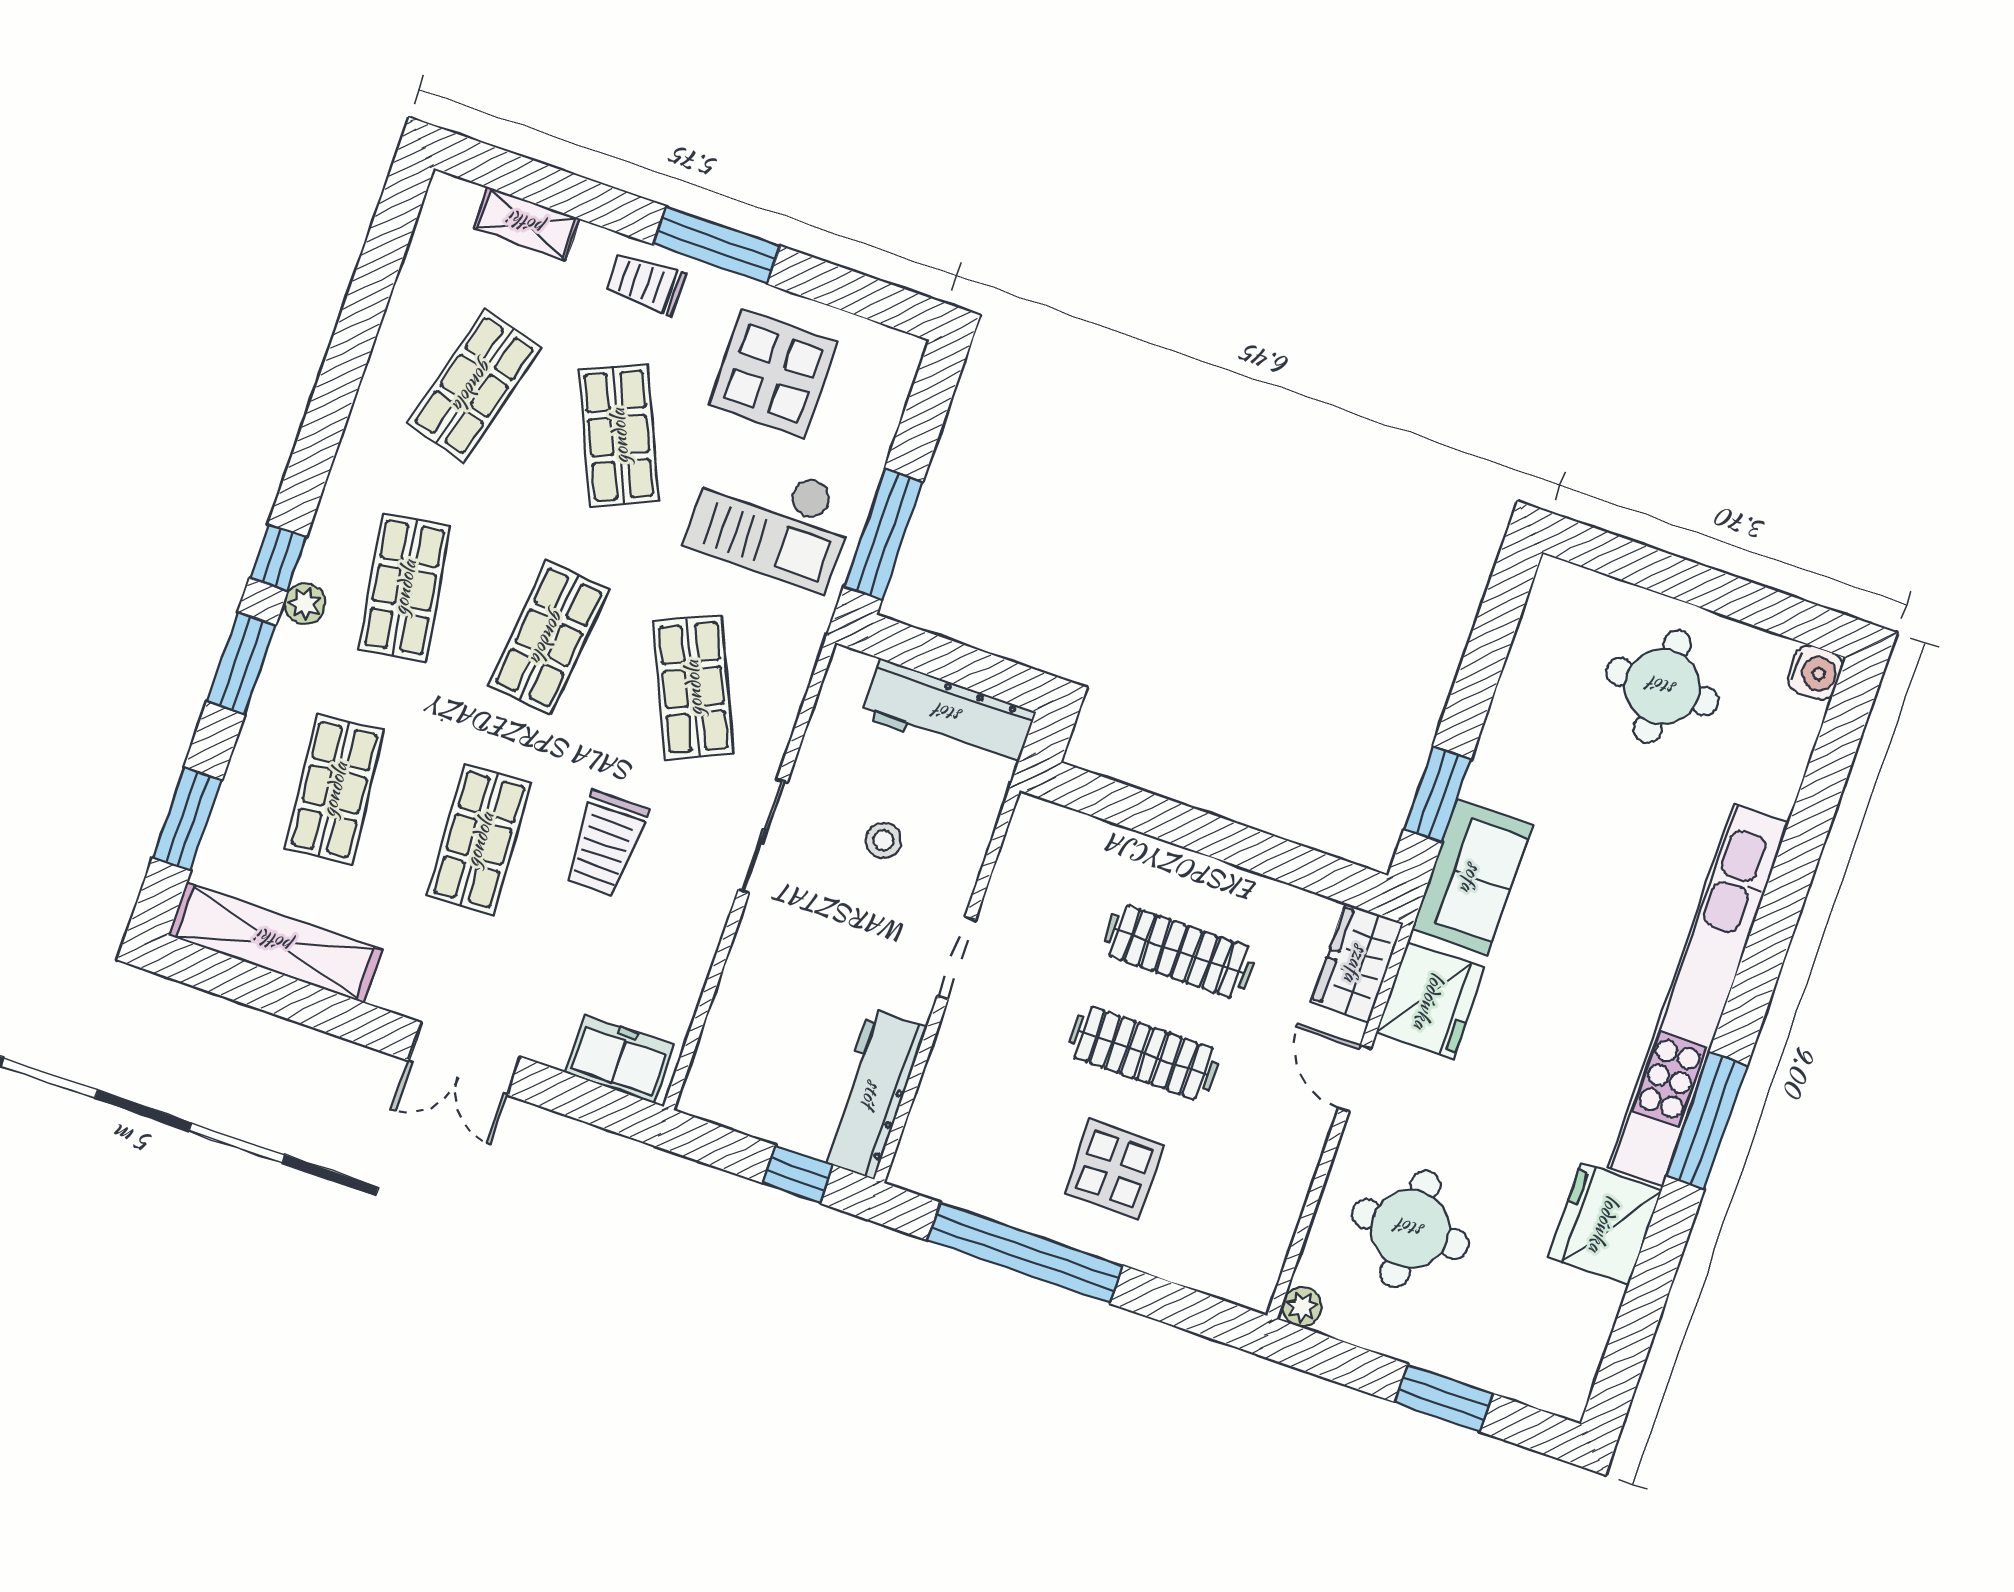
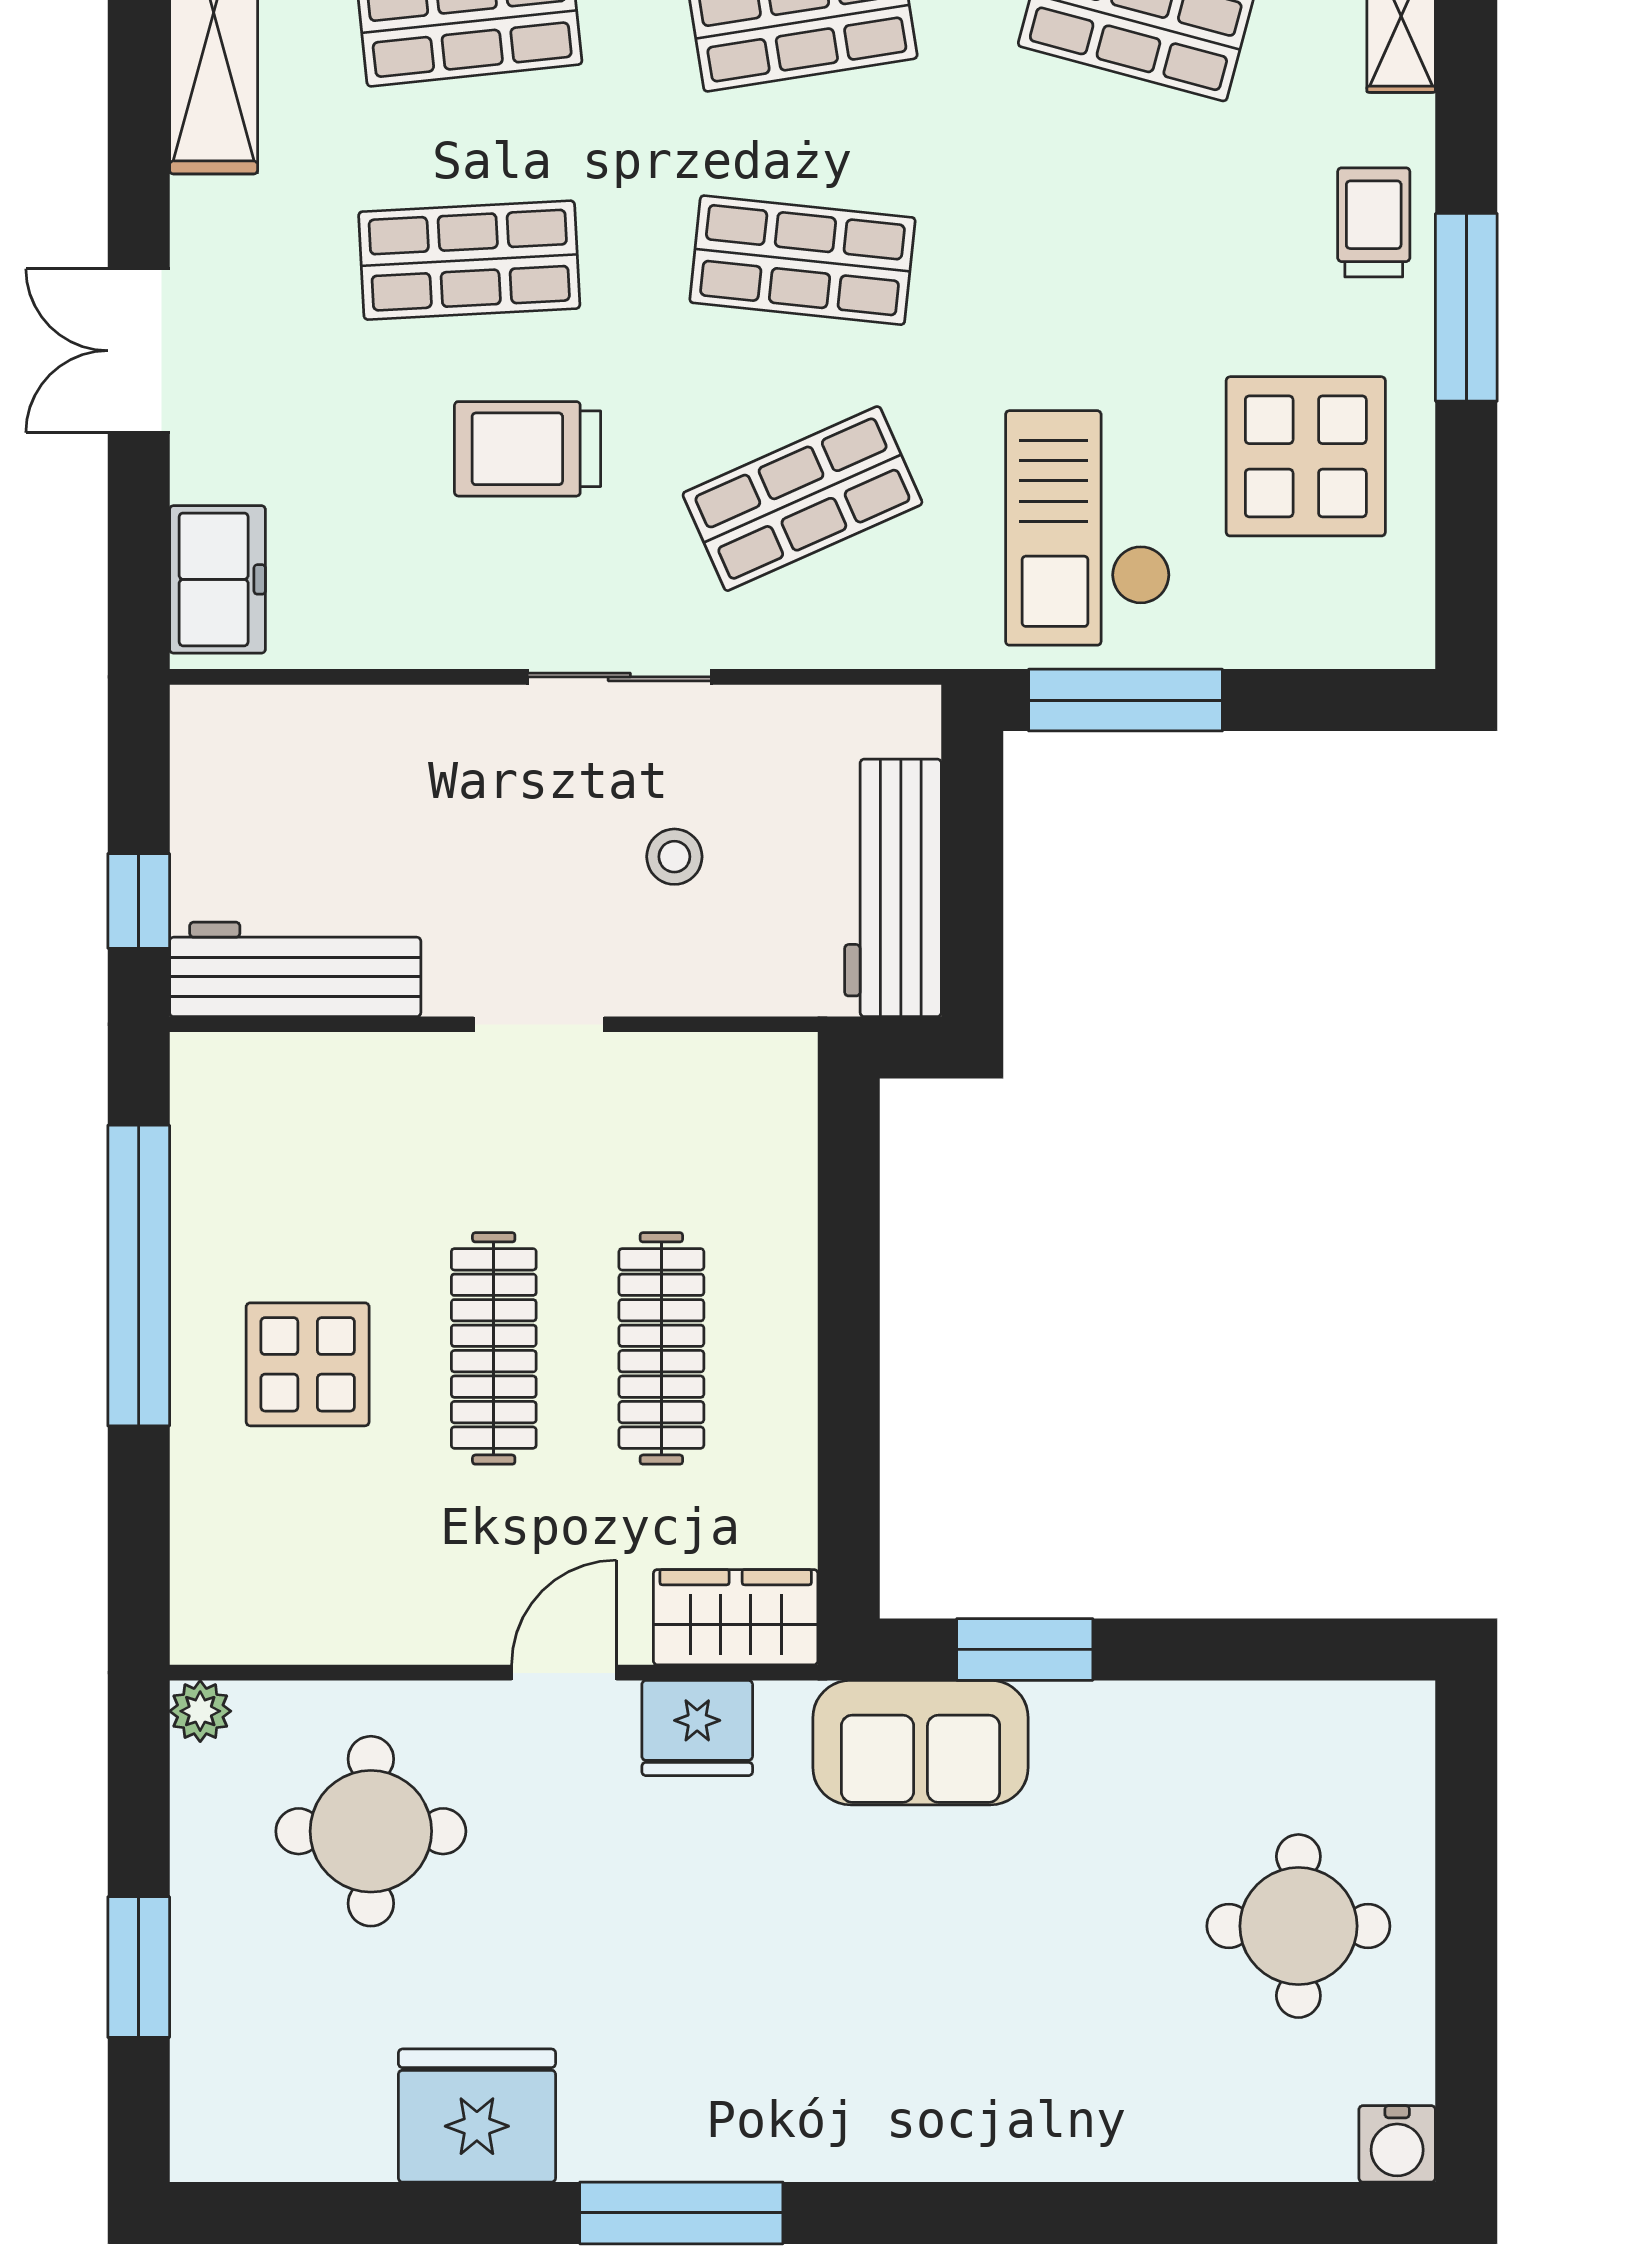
shop shelf: (619, 436) -> (1136, 260), removed
kitchen unit: (1698, 995) -> (862, 2137), removed
fridge: (1430, 1001) -> (697, 1728), width x0.73, depth x0.75

